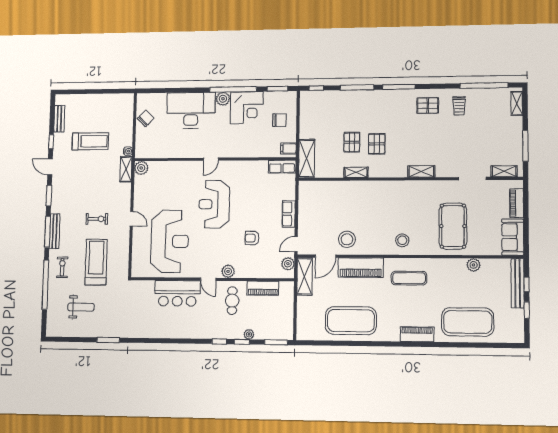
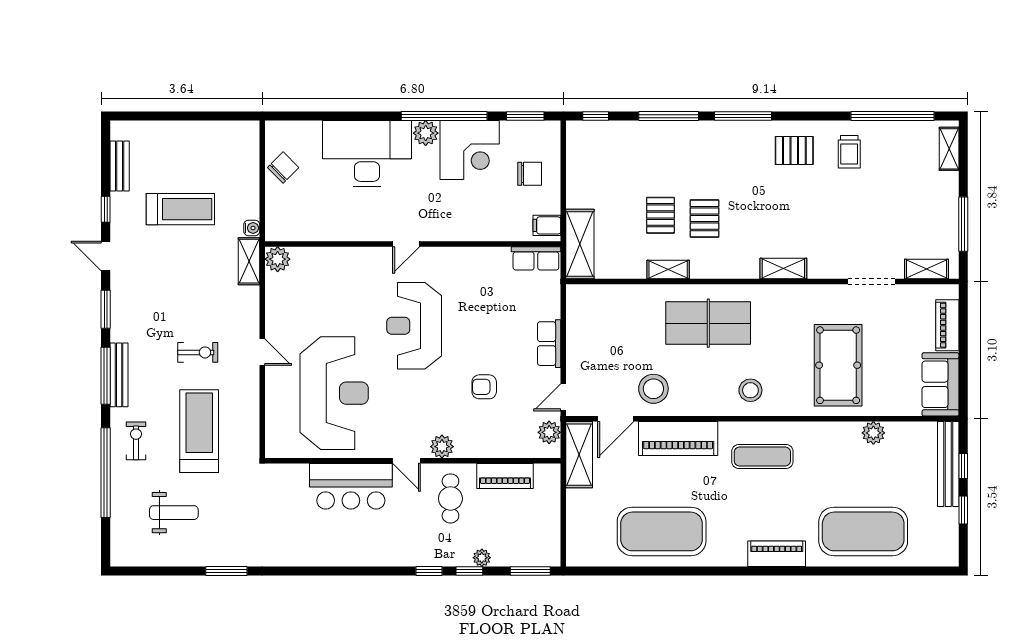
table tennis table: (378, 202) -> (708, 323), added

